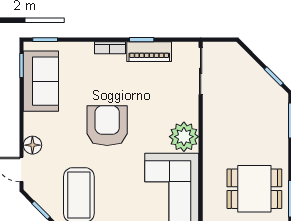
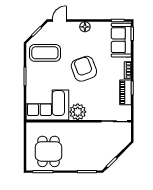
sofa: (41, 81) -> (121, 40), moved, turned 90
armchair: (107, 126) -> (84, 69), turned -110
floor lamp: (32, 145) -> (85, 27), moved

